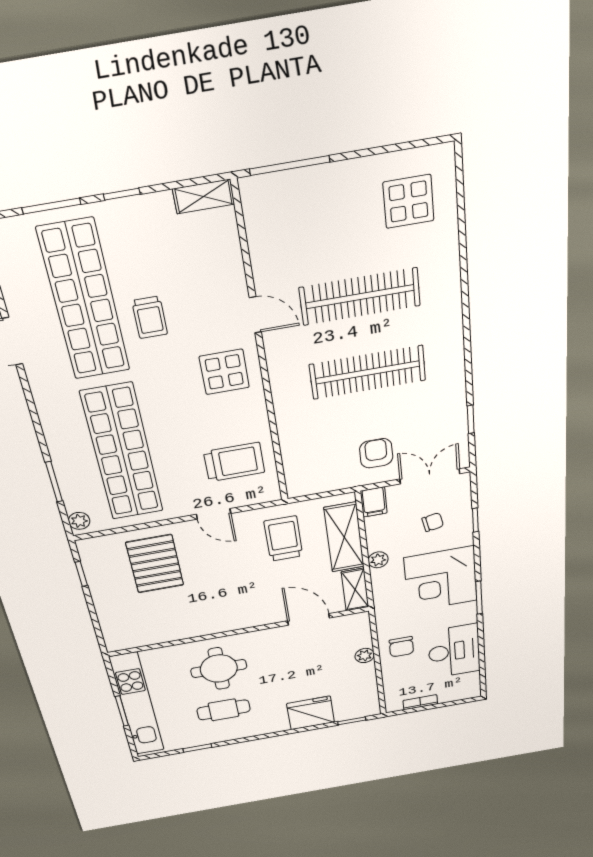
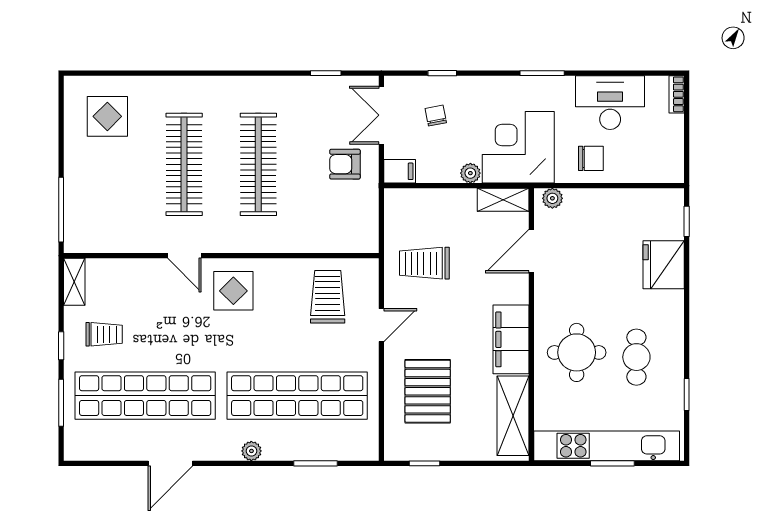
door: (255, 315) -> (184, 256), swing flipped
trolley: (150, 317) -> (104, 334), moved
plant: (79, 521) -> (251, 451), moved
shelving: (344, 537) -> (513, 416), moved, turned 90
pallet: (155, 564) -> (428, 391), turned 90
corner desk: (441, 579) -> (518, 147), moved, turned 180
filing cabinet: (221, 619) -> (511, 339), added
plant: (365, 656) -> (552, 198), moved
bookcase: (420, 702) -> (677, 94), moved

